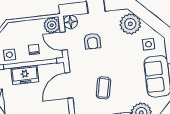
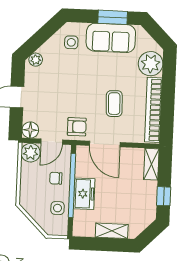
plant: (130, 24) -> (36, 60), width x0.53, depth x0.53
armchair: (92, 41) -> (77, 127), moved
coffee table: (103, 88) -> (114, 104), turned 76

